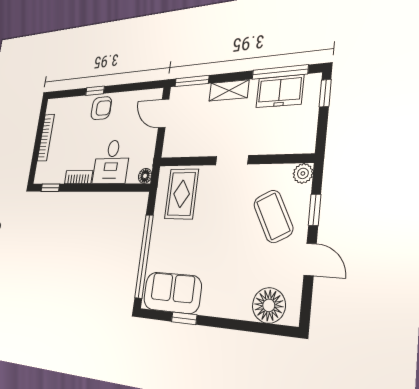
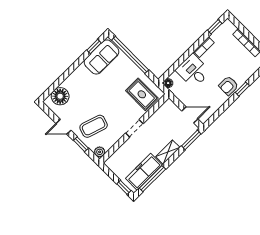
freezer: (280, 91) -> (144, 172), width x1.40
coffee table: (273, 216) -> (94, 126), turned -44
window: (184, 318) -> (94, 46), moved

